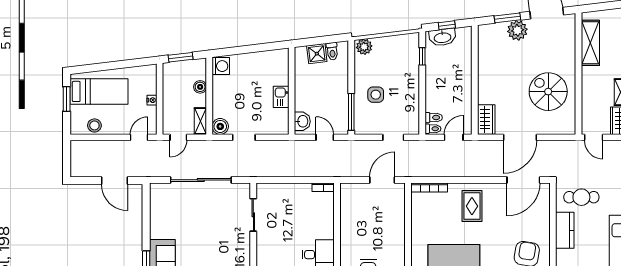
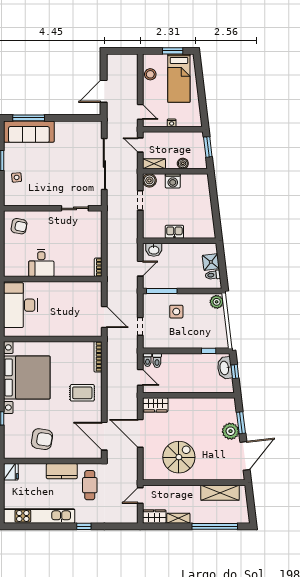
washing machine: (221, 66) -> (173, 181), moved

